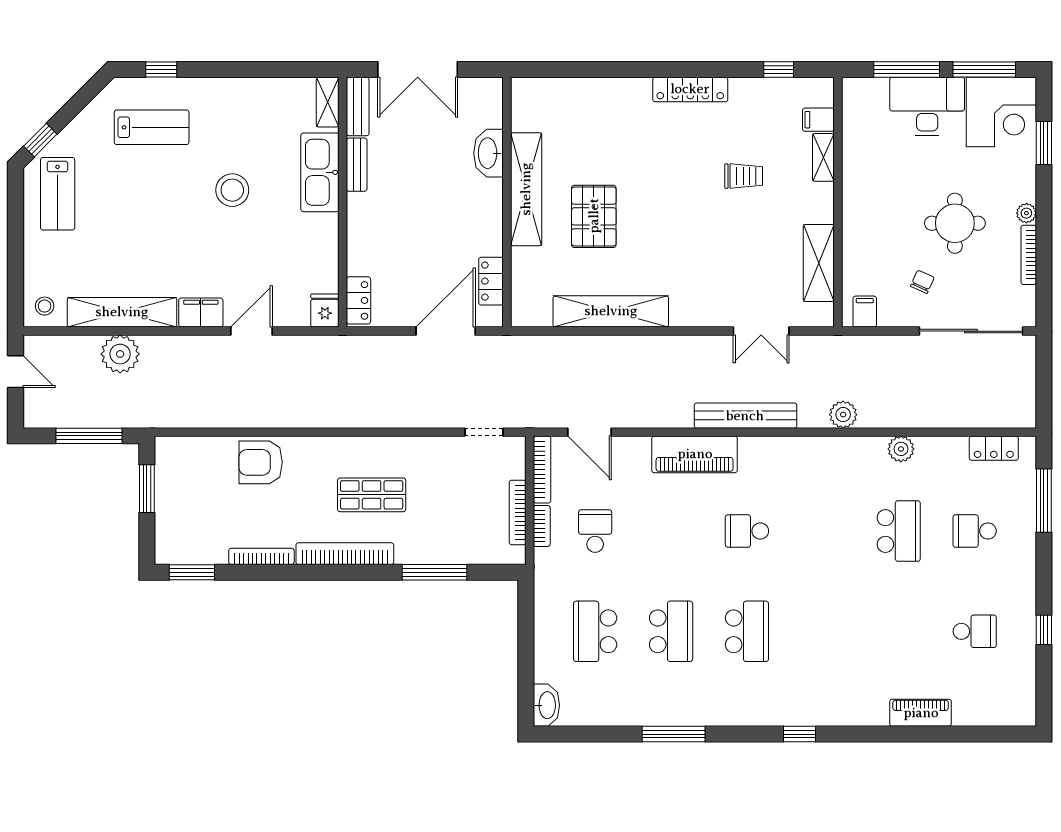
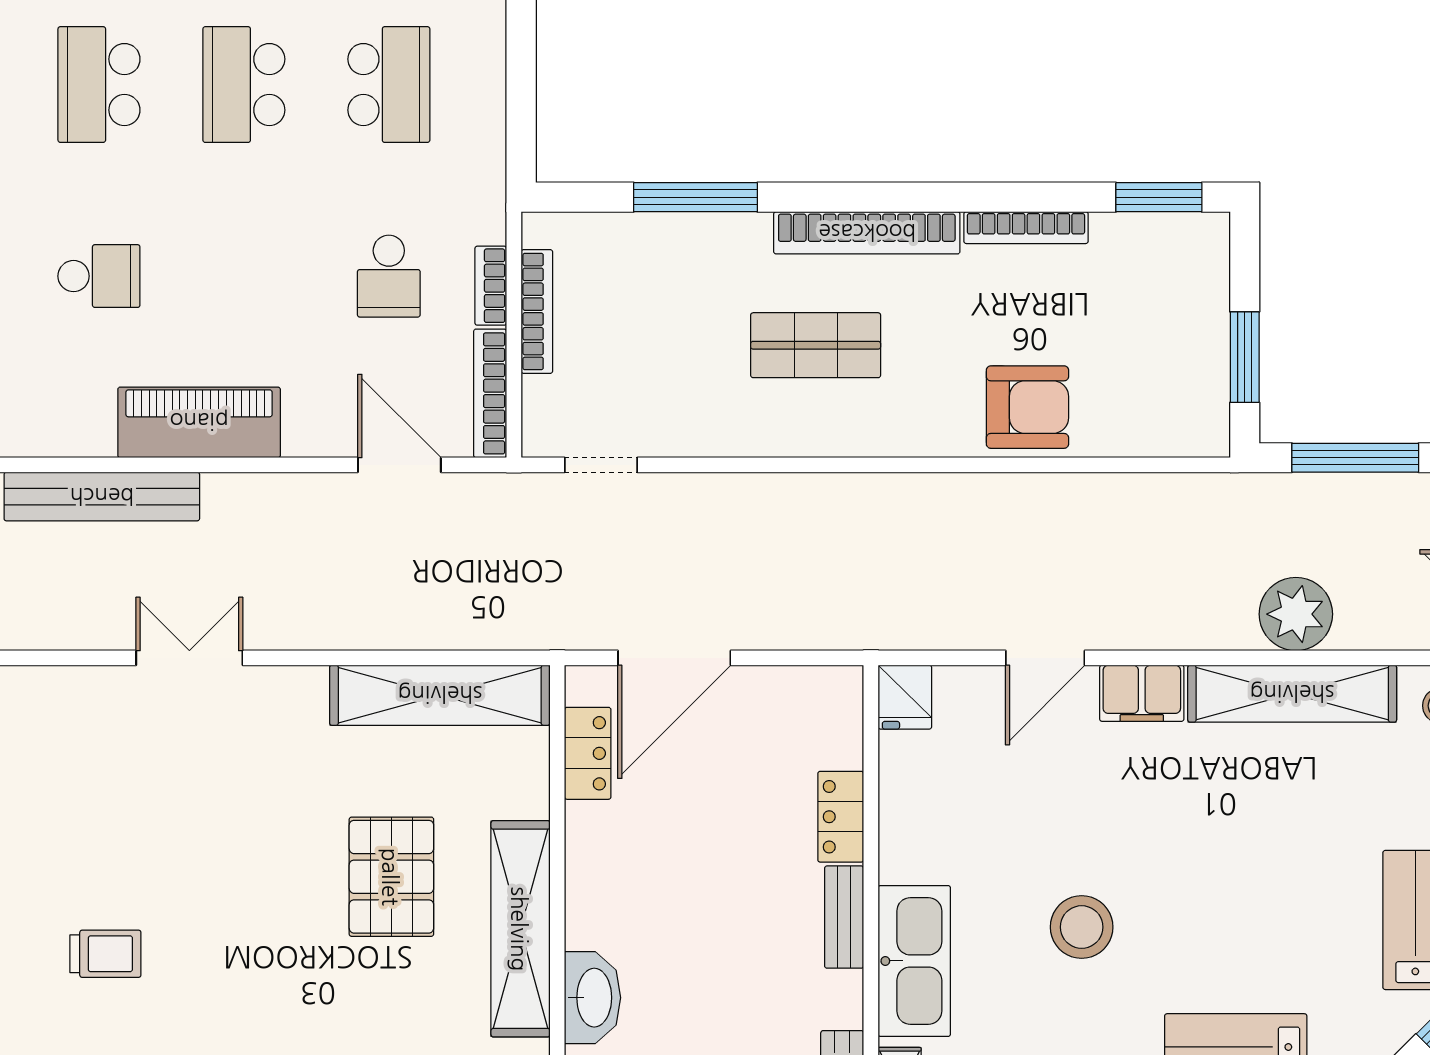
bench: (357, 165) -> (844, 917), moved
trolley: (744, 176) -> (105, 954), turned 180
locker: (358, 300) -> (841, 817), moved
shelving: (611, 311) -> (440, 695), moved
double door: (761, 331) -> (189, 658), moved

